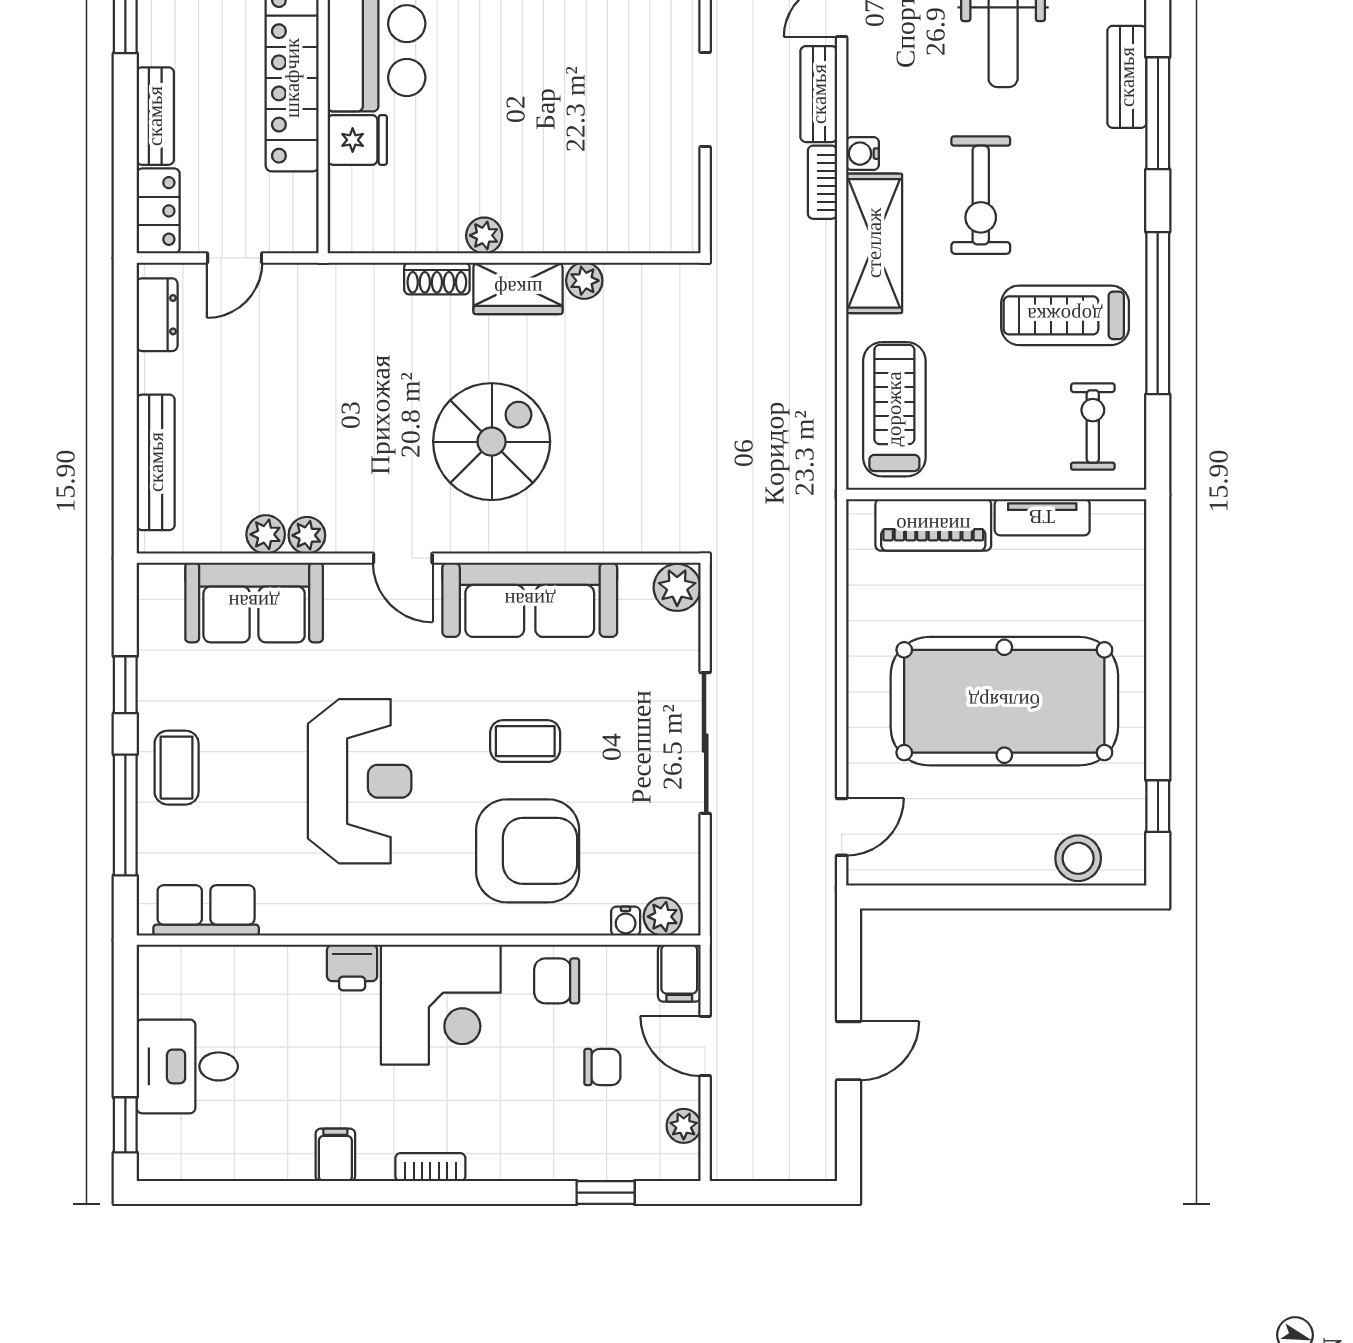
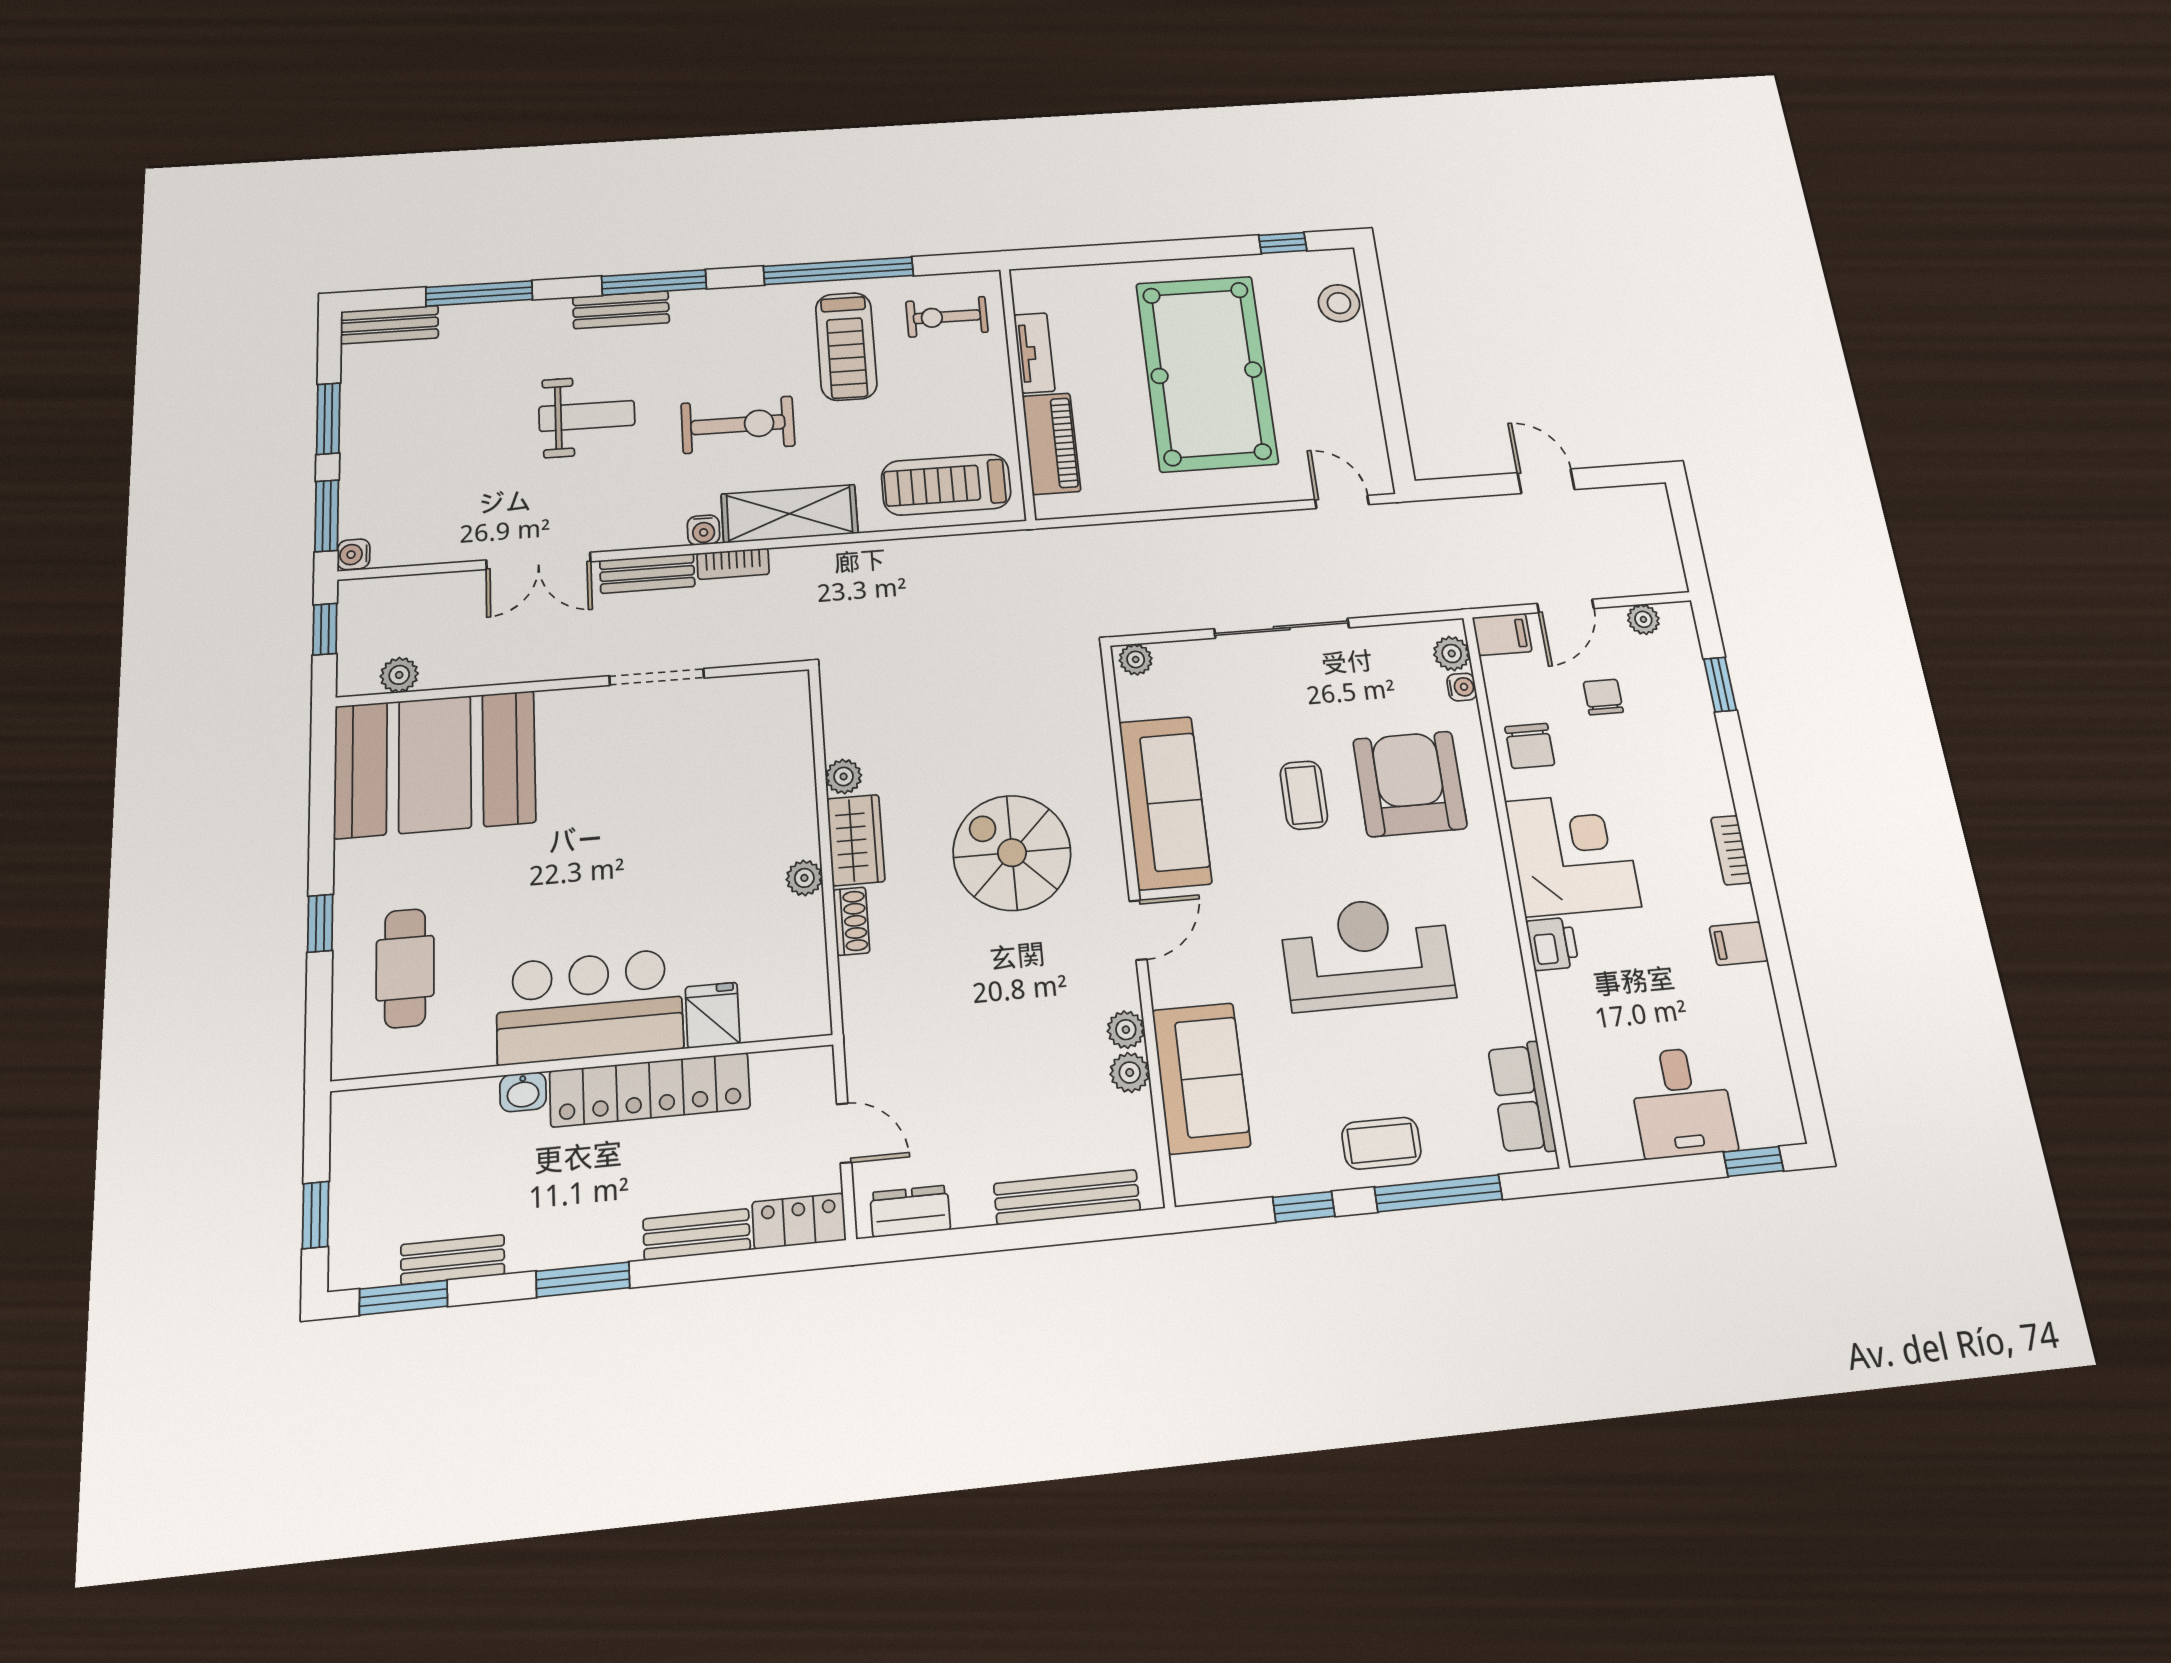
plant: (677, 587) -> (1136, 659), width x0.73, depth x0.73

